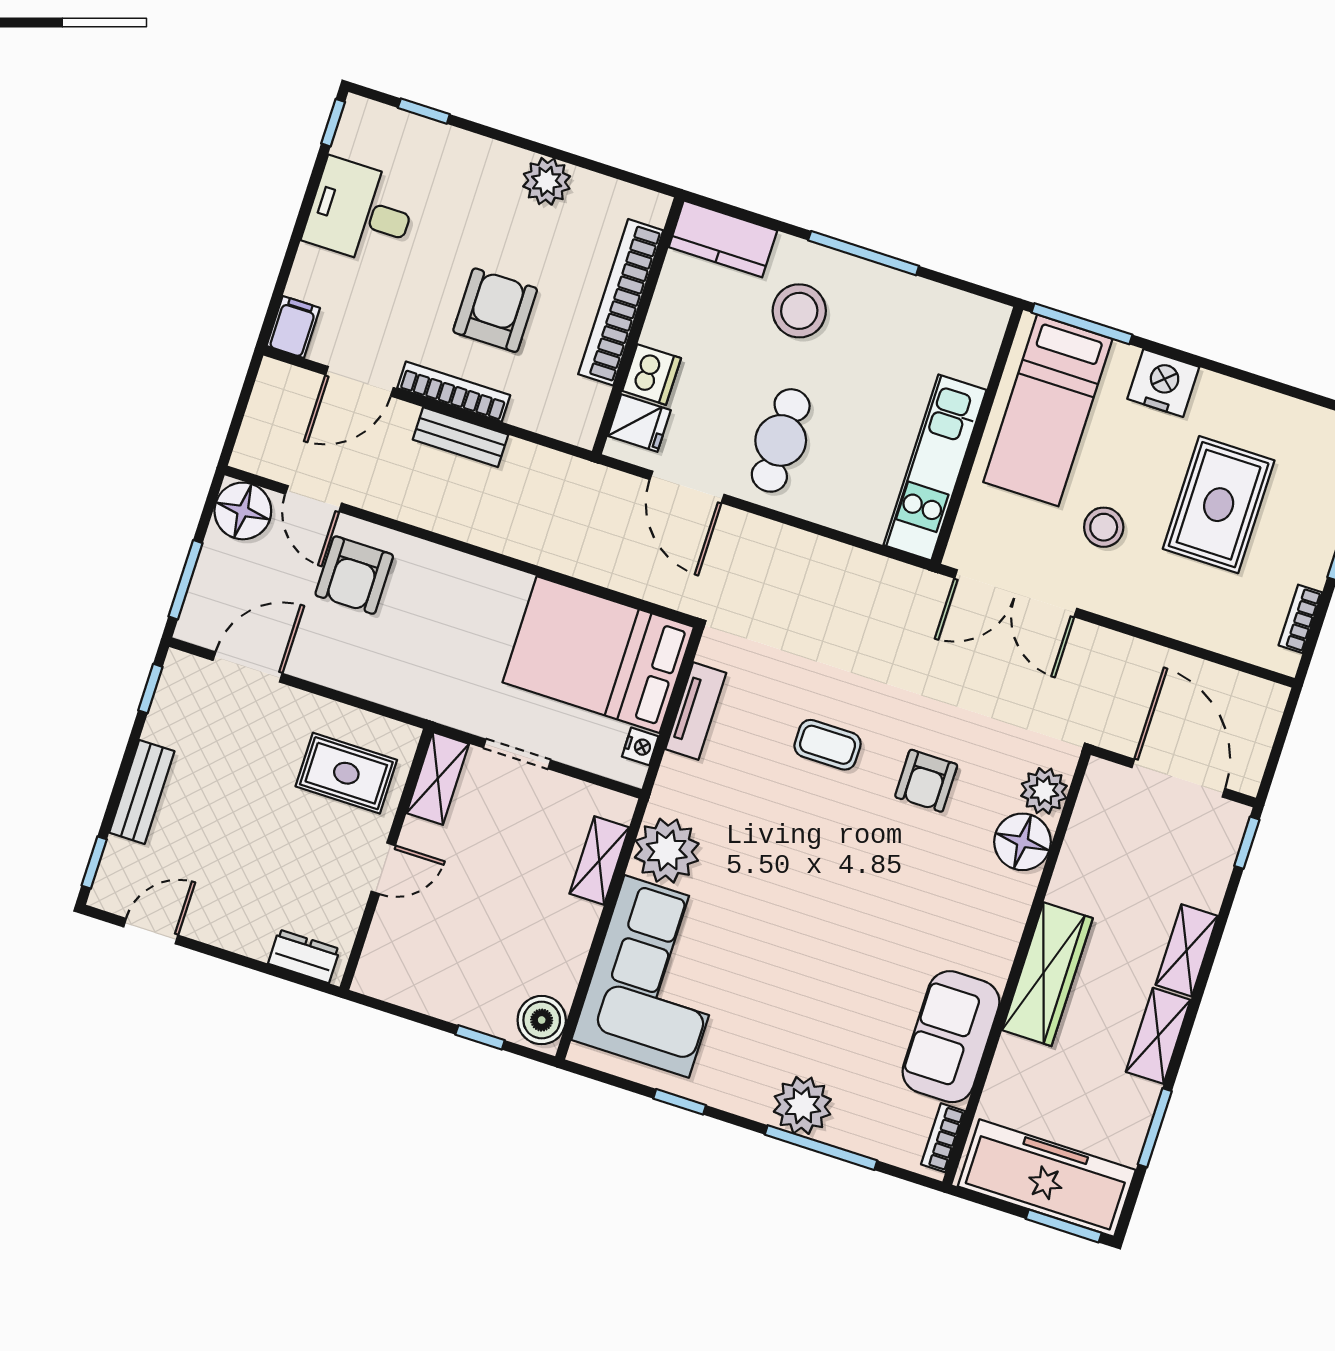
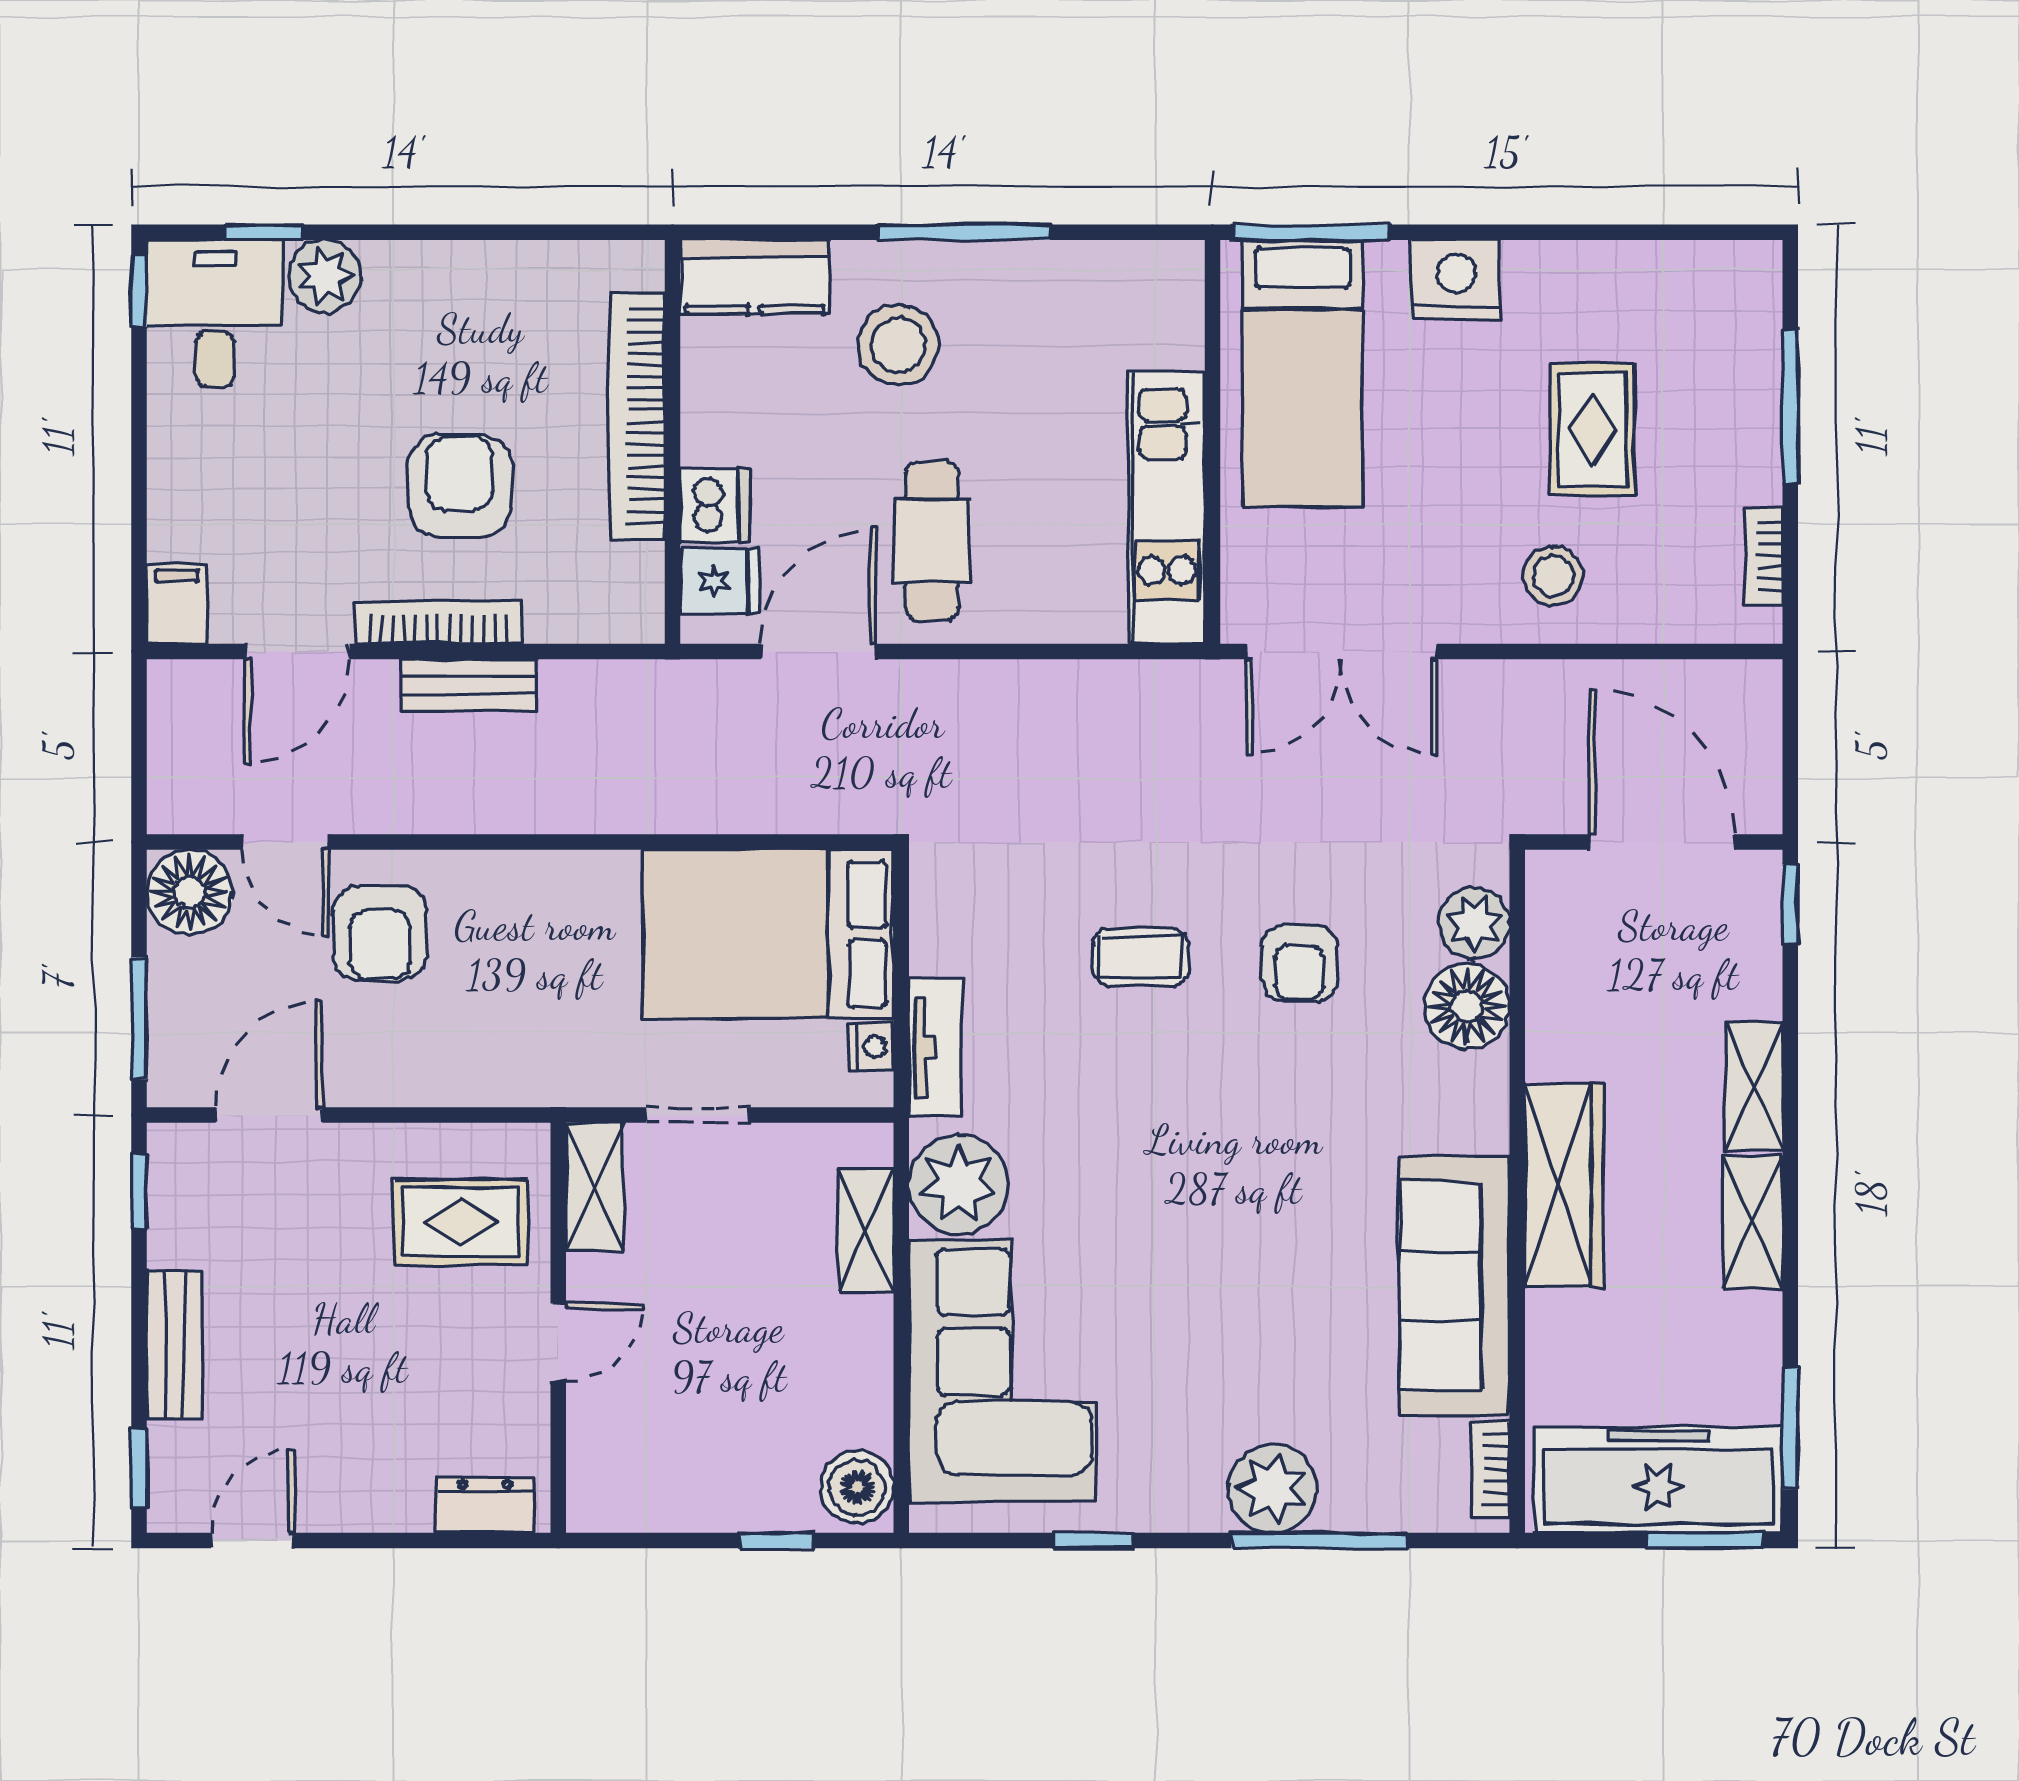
plant: (547, 181) -> (325, 276), moved
desk: (361, 212) -> (215, 313), moved, turned 90
door: (687, 487) -> (818, 651), swing flipped
rug: (1219, 505) -> (1592, 429), width x0.73, depth x0.70
stool: (1104, 527) -> (1553, 576), moved
tv unit: (696, 711) -> (935, 1048), moved
sofa: (951, 1037) -> (1454, 1286), width x1.36
window: (1155, 1128) -> (1790, 1429), moved

